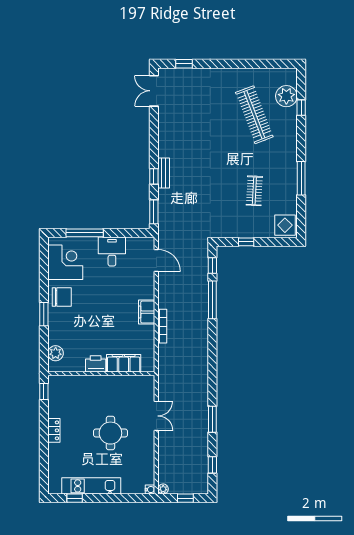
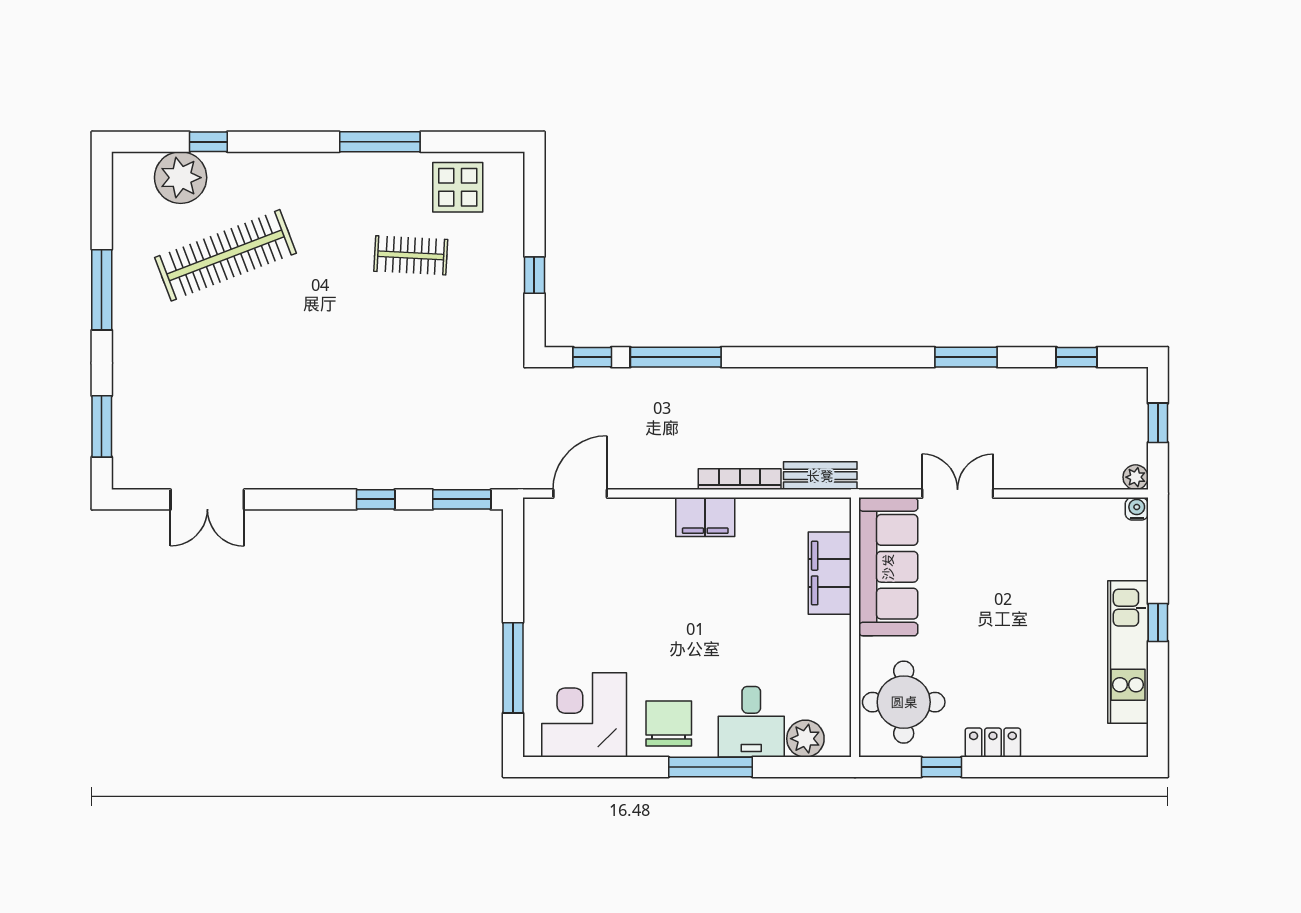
window: (184, 64) -> (102, 426), width x1.50
window: (240, 64) -> (102, 290), added
double door: (154, 91) -> (207, 499), moved
bench: (164, 173) -> (820, 476), moved
display table: (285, 225) -> (458, 187), moved
desk: (112, 252) -> (751, 722), moved, turned -90
window: (44, 314) -> (710, 767), width x1.44
printer: (96, 364) -> (831, 641), removed
sofa: (126, 387) -> (888, 567), added
window: (44, 391) -> (942, 767), moved
round table: (110, 433) -> (904, 702), moved
window: (75, 498) -> (1158, 622), moved

